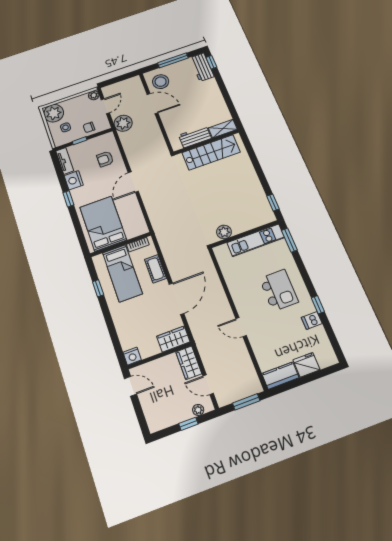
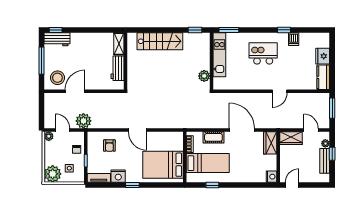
stairs: (211, 152) -> (160, 41), moved, turned 90
door: (208, 385) -> (311, 130), swing flipped
bench: (176, 417) -> (325, 161), added

